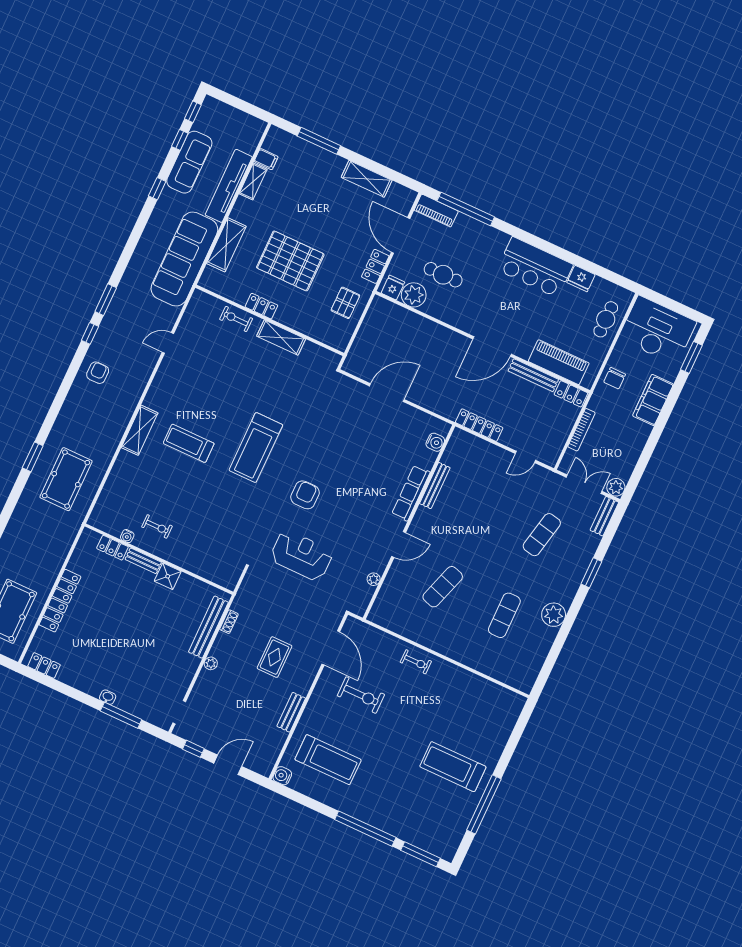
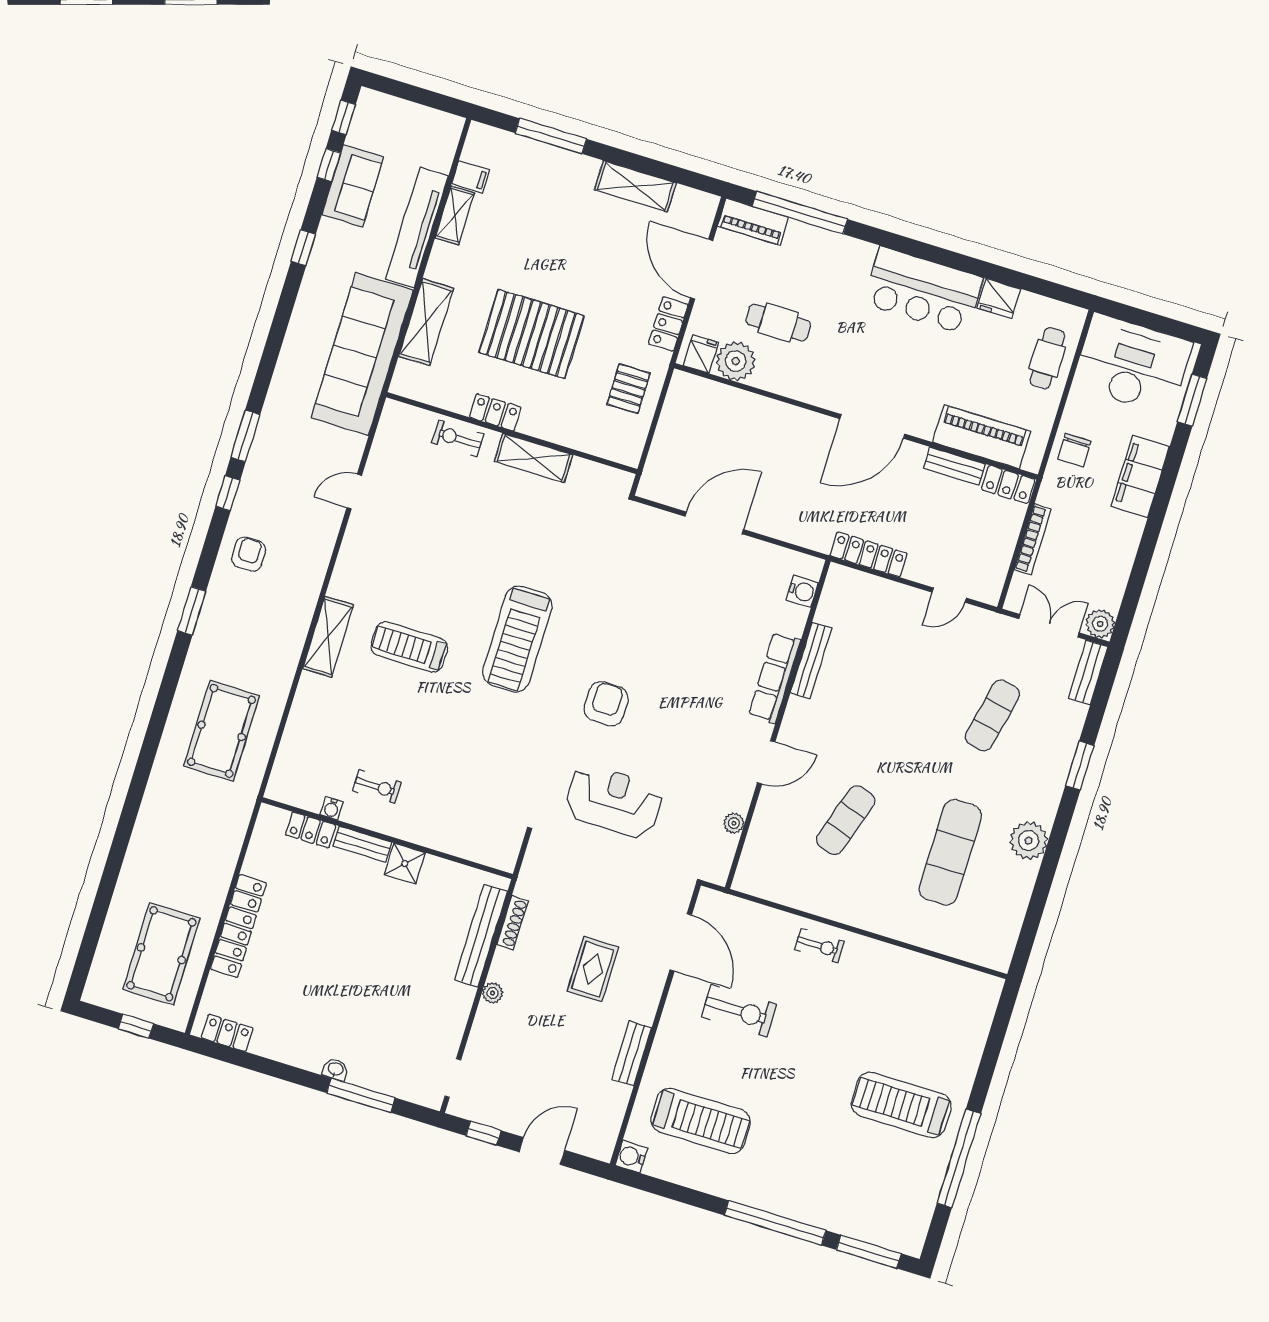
sofa: (189, 162) -> (353, 186), width x0.73
bench: (533, 375) -> (954, 466), width x0.73
window: (33, 457) -> (192, 611), moved
exercise mat: (504, 615) -> (950, 852), width x1.36, depth x1.45
shoe rack: (229, 622) -> (512, 923), width x1.43

